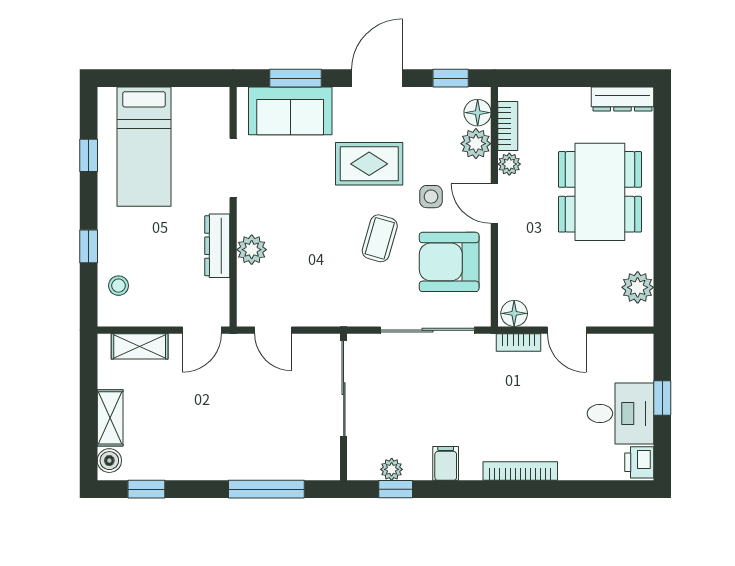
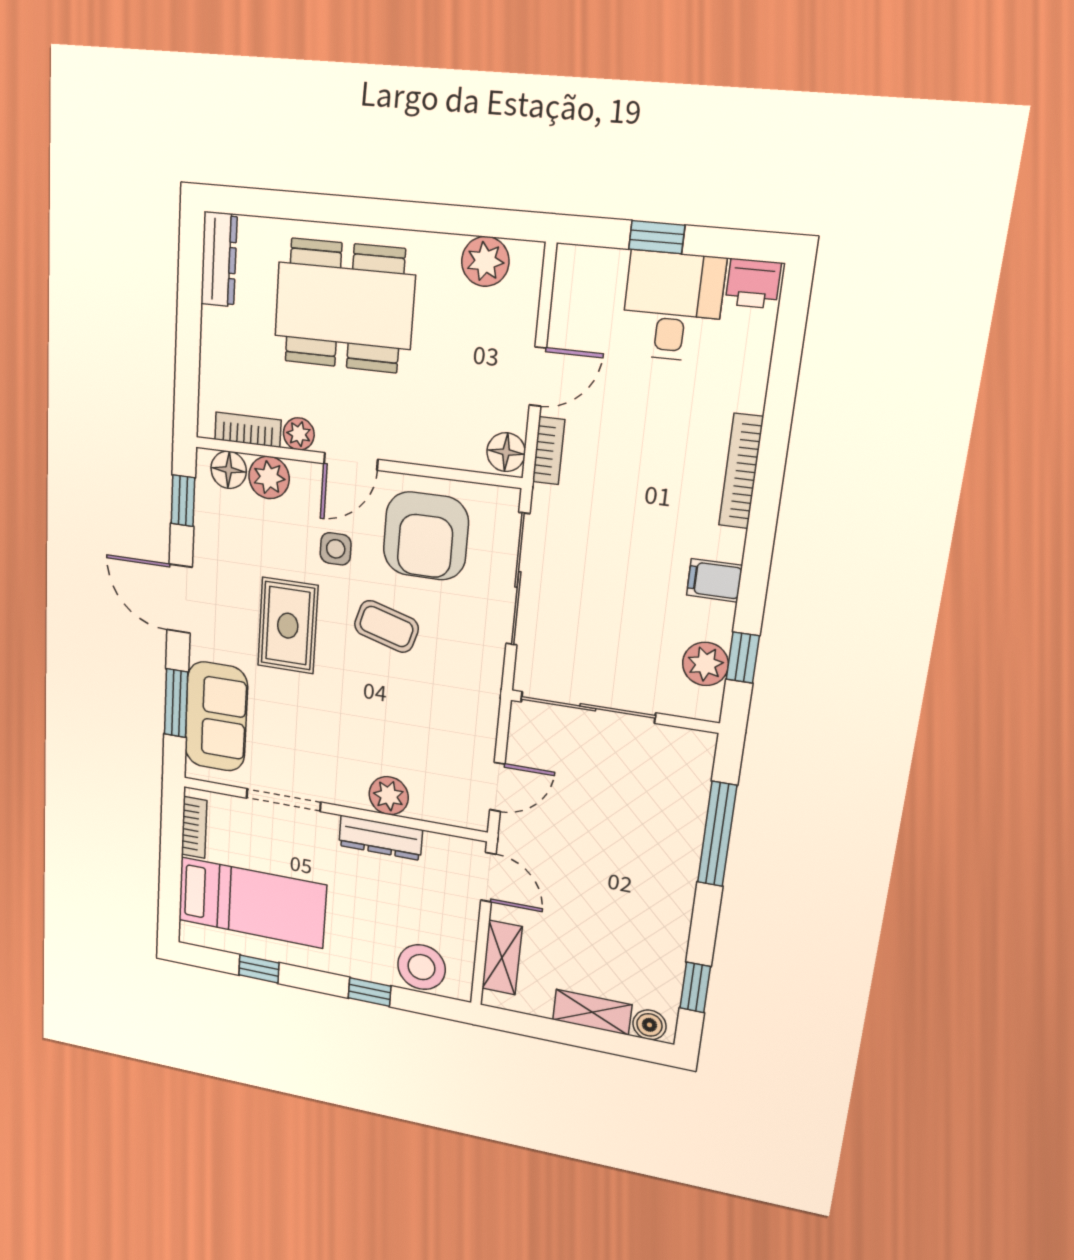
bookcase: (197, 97) -> (194, 827), added
stool: (119, 286) -> (421, 967), width x1.89, depth x1.89
plant: (392, 469) -> (705, 664), width x1.38, depth x1.38

